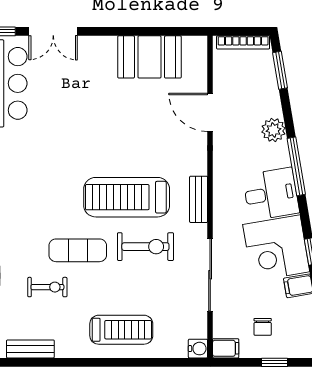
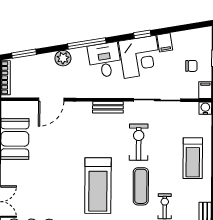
treadmill: (127, 197) -> (98, 186), moved
treadmill: (121, 330) -> (193, 158), turned 180

